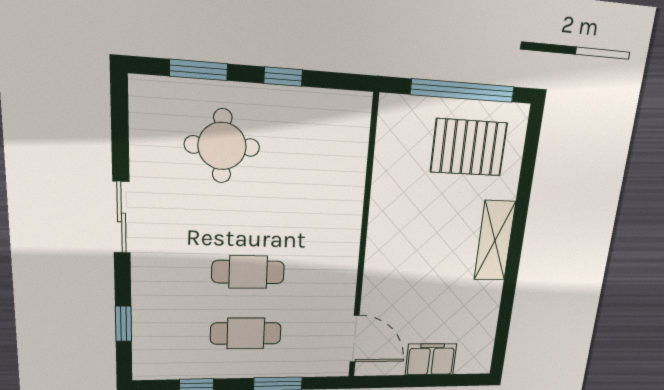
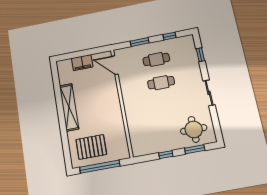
round table: (222, 146) -> (194, 129), moved
shelving: (495, 241) -> (69, 107), width x1.47

